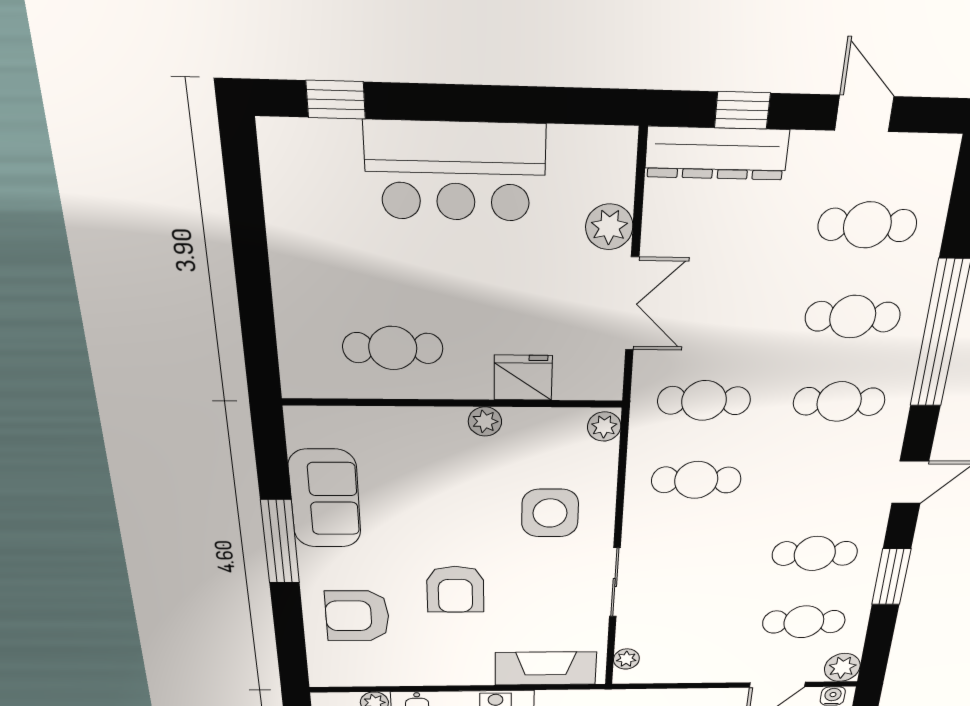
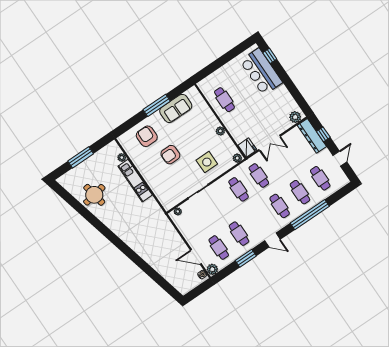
bar counter: (455, 171) -> (261, 72), moved
plant: (609, 227) -> (295, 117), moved
fridge: (523, 378) -> (247, 148), moved
fireplace: (546, 668) -> (161, 193), removed

